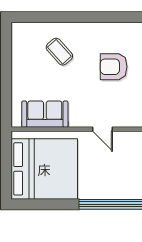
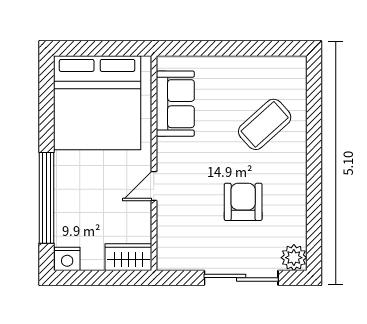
coffee table: (59, 52) -> (265, 124), width x1.36, depth x1.30

